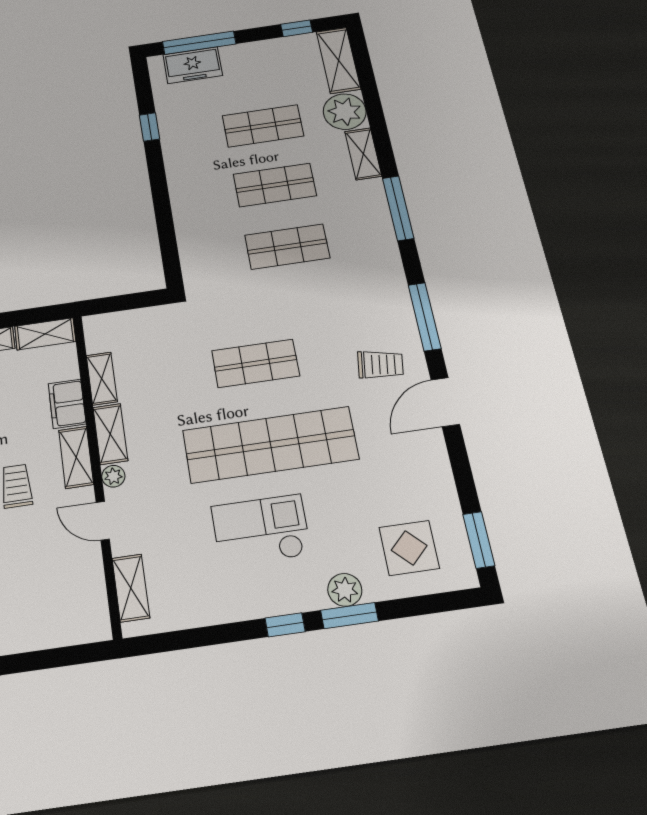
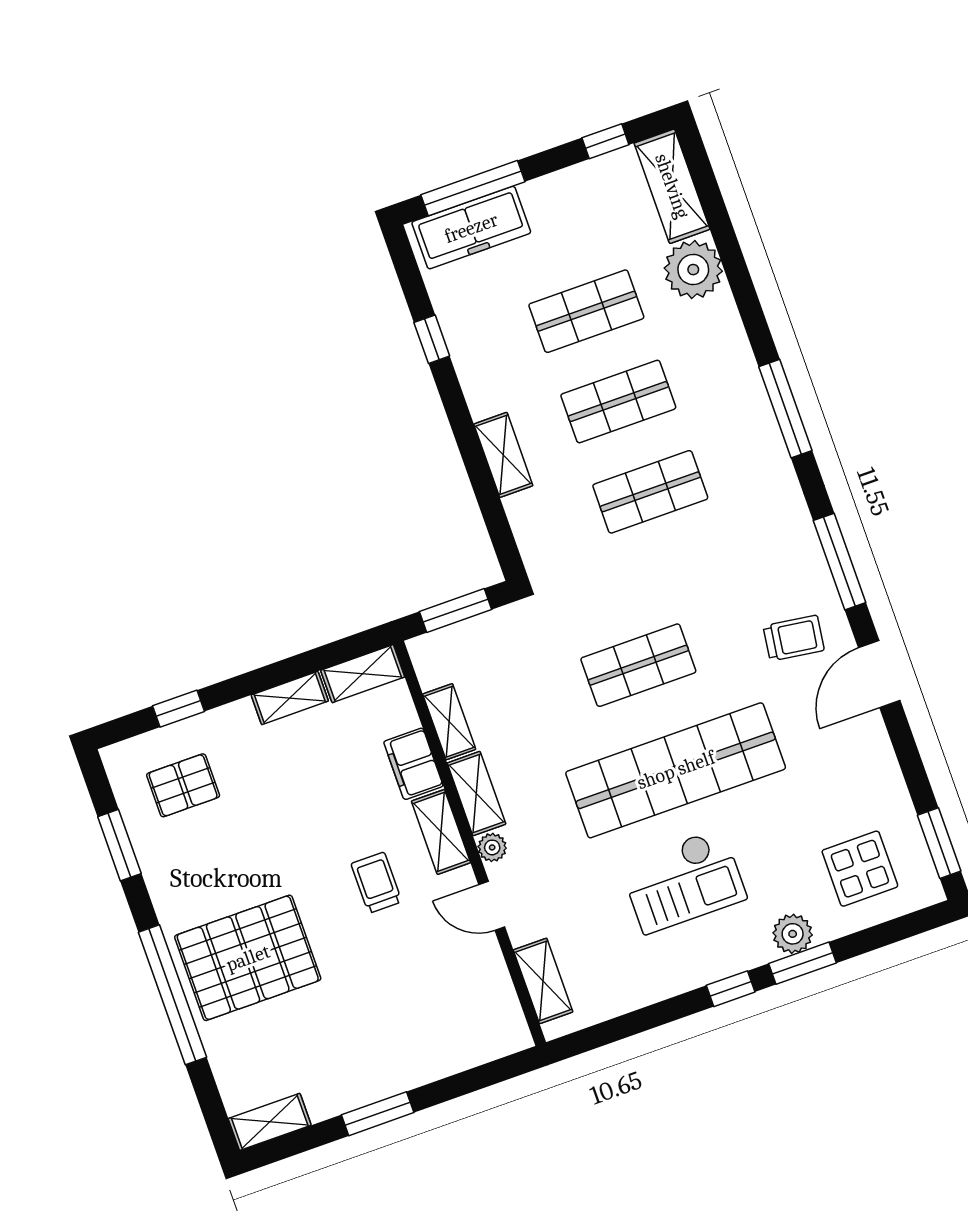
freezer: (193, 65) -> (471, 228), width x1.40
shelving: (363, 154) -> (503, 455), moved
window: (125, 302) -> (455, 610), added
checkout: (261, 530) -> (683, 881), turned 180

